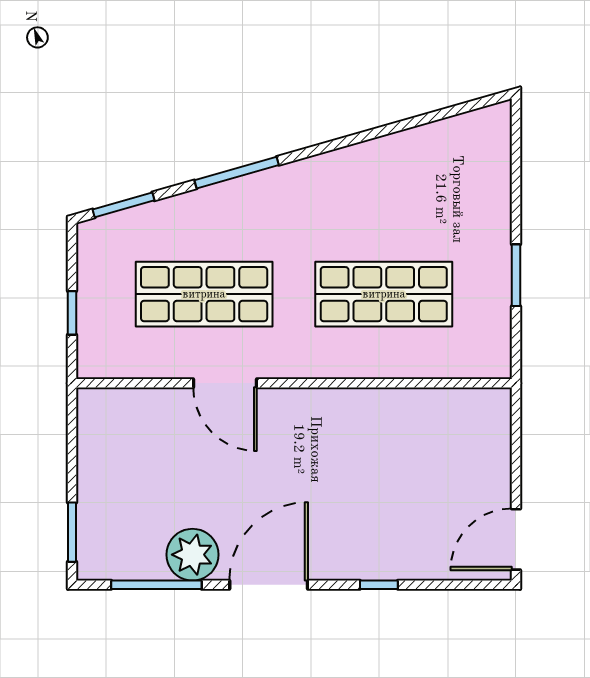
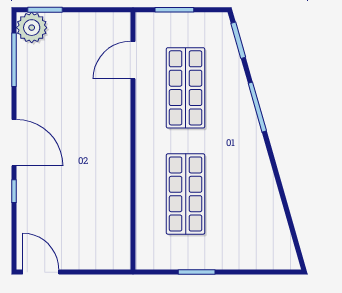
window: (72, 313) -> (174, 10), width x1.50
door: (225, 383) -> (133, 60), moved
plant: (192, 555) -> (32, 28), moved
door: (269, 585) -> (14, 143), moved

